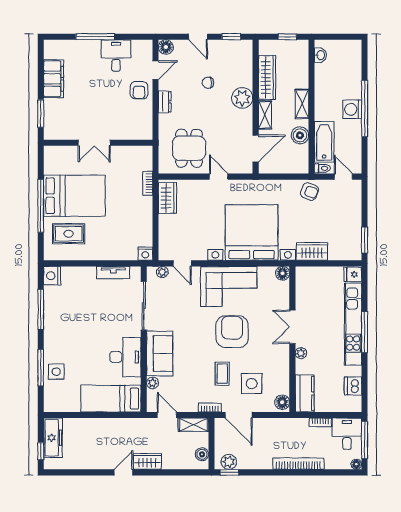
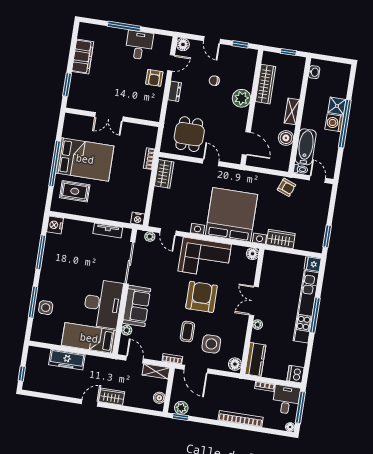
shower: (352, 90) -> (337, 106), added
shelving: (265, 115) -> (259, 116), removed
door: (256, 148) -> (246, 143), hinge flipped
desk: (125, 357) -> (103, 304), width x1.36, depth x1.30
dishwasher: (353, 386) -> (295, 374), moved
freezer: (53, 438) -> (67, 360), moved, turned 90

